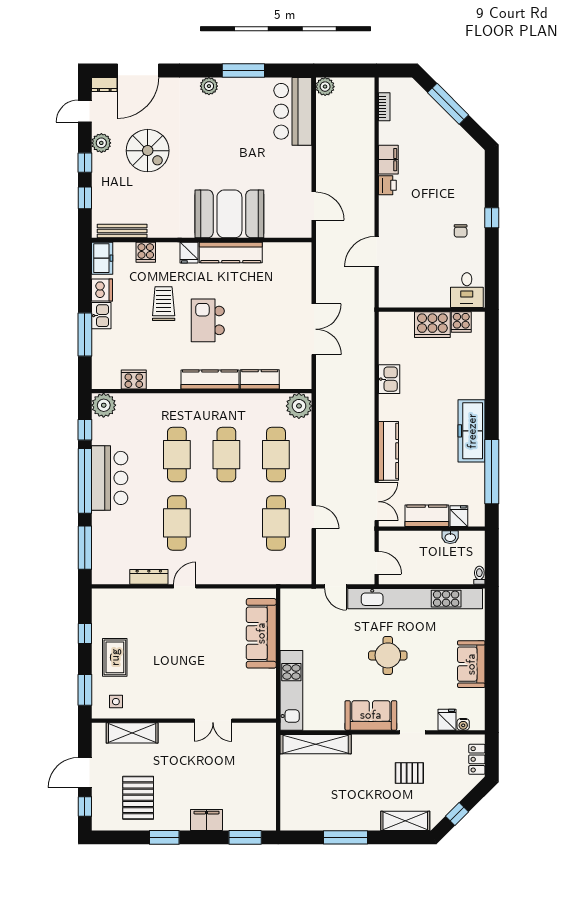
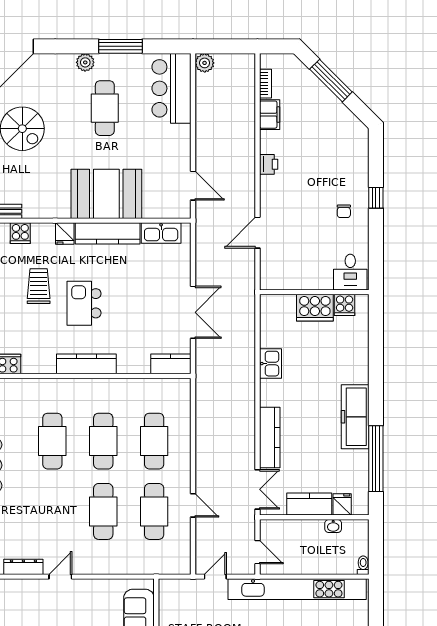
cafe table: (228, 131) -> (105, 108), added
filing cabinet: (388, 160) -> (270, 115), moved
kitchen sink: (283, 252) -> (161, 233), added
kitchen counter: (260, 379) -> (171, 364), moved
plant: (299, 406) -> (178, 391), removed
cafe table: (177, 523) -> (103, 511), moved
door: (335, 586) -> (215, 577), swing flipped

